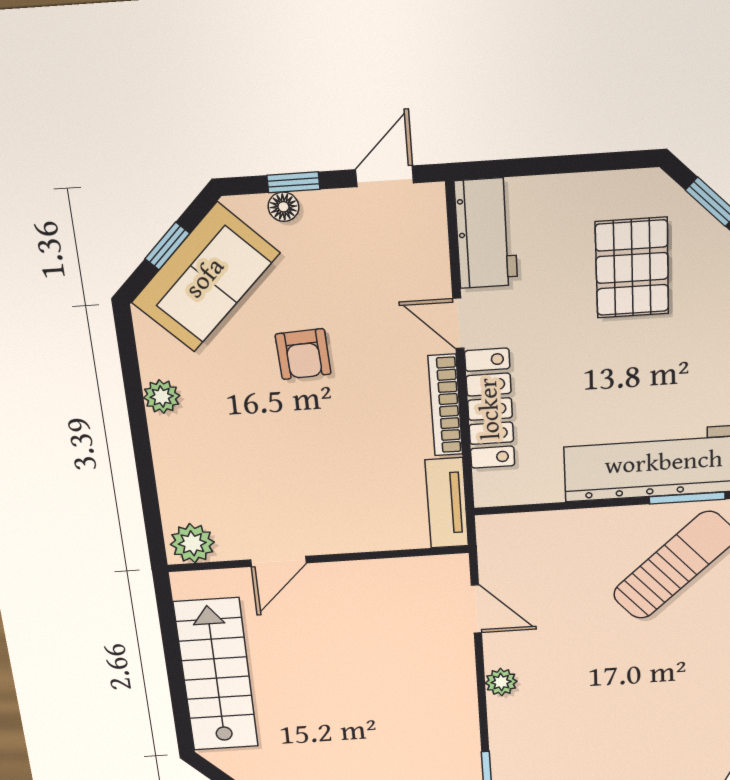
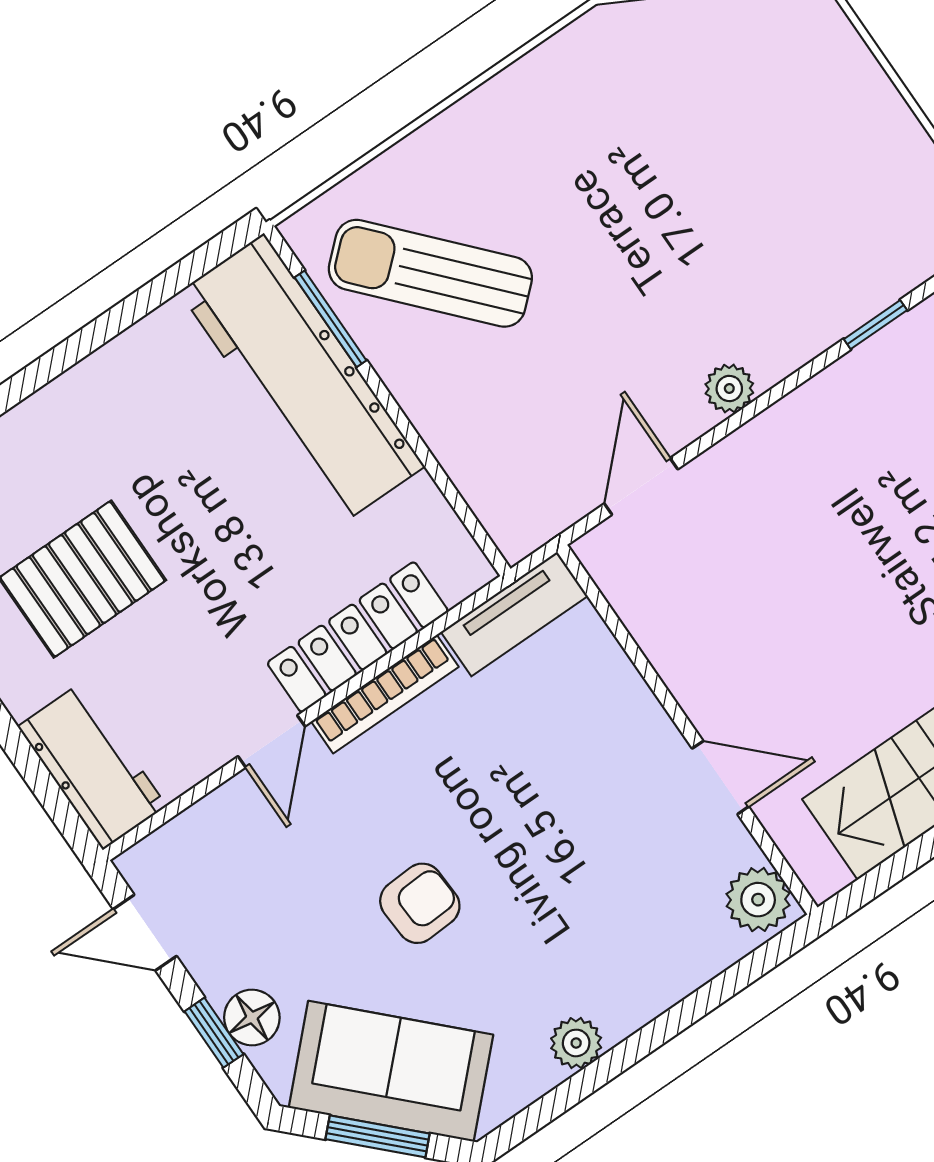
floor lamp: (283, 207) -> (252, 1018), width x1.37, depth x1.37
workbench: (486, 233) -> (92, 766), moved, turned 90
window: (167, 246) -> (378, 1136), width x1.50

